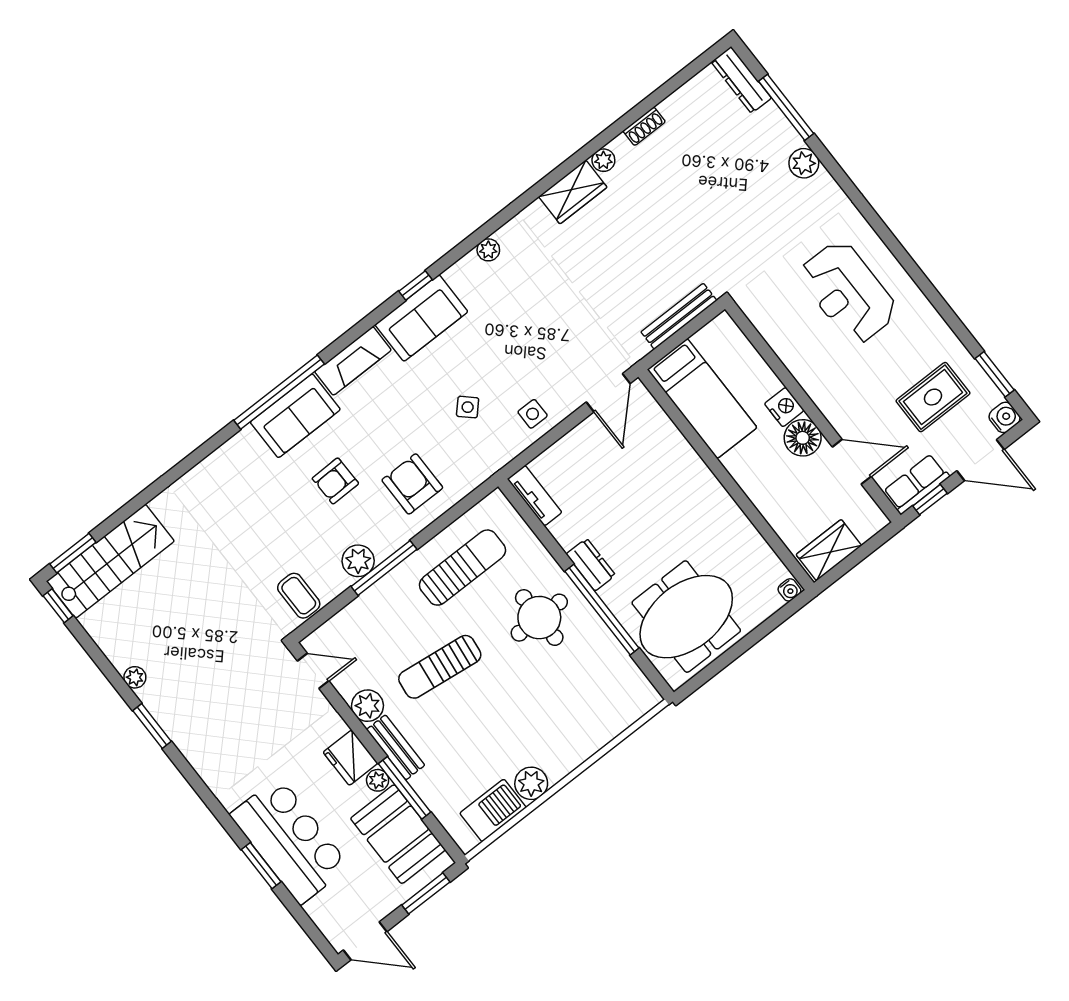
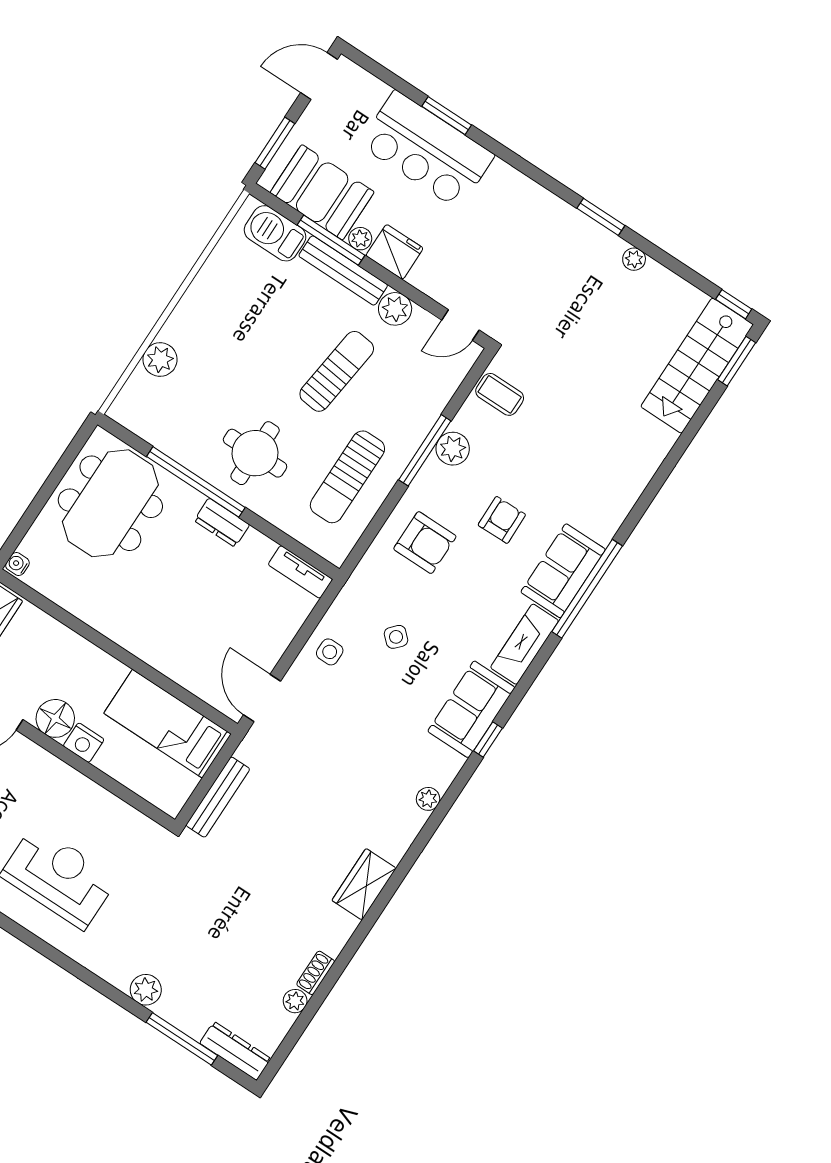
plant: (603, 160) -> (295, 1001), moved
bench: (396, 747) -> (343, 270), width x1.36
plant: (531, 783) -> (160, 359), moved
barbecue: (493, 810) -> (275, 233), moved, turned 90

